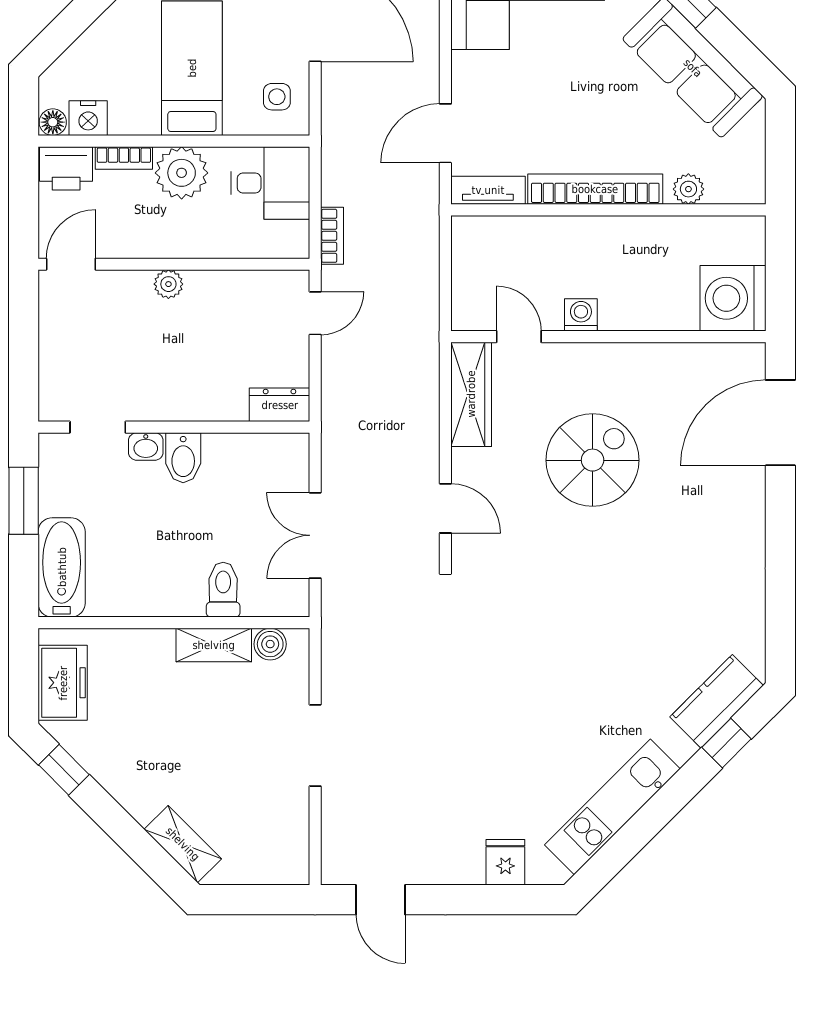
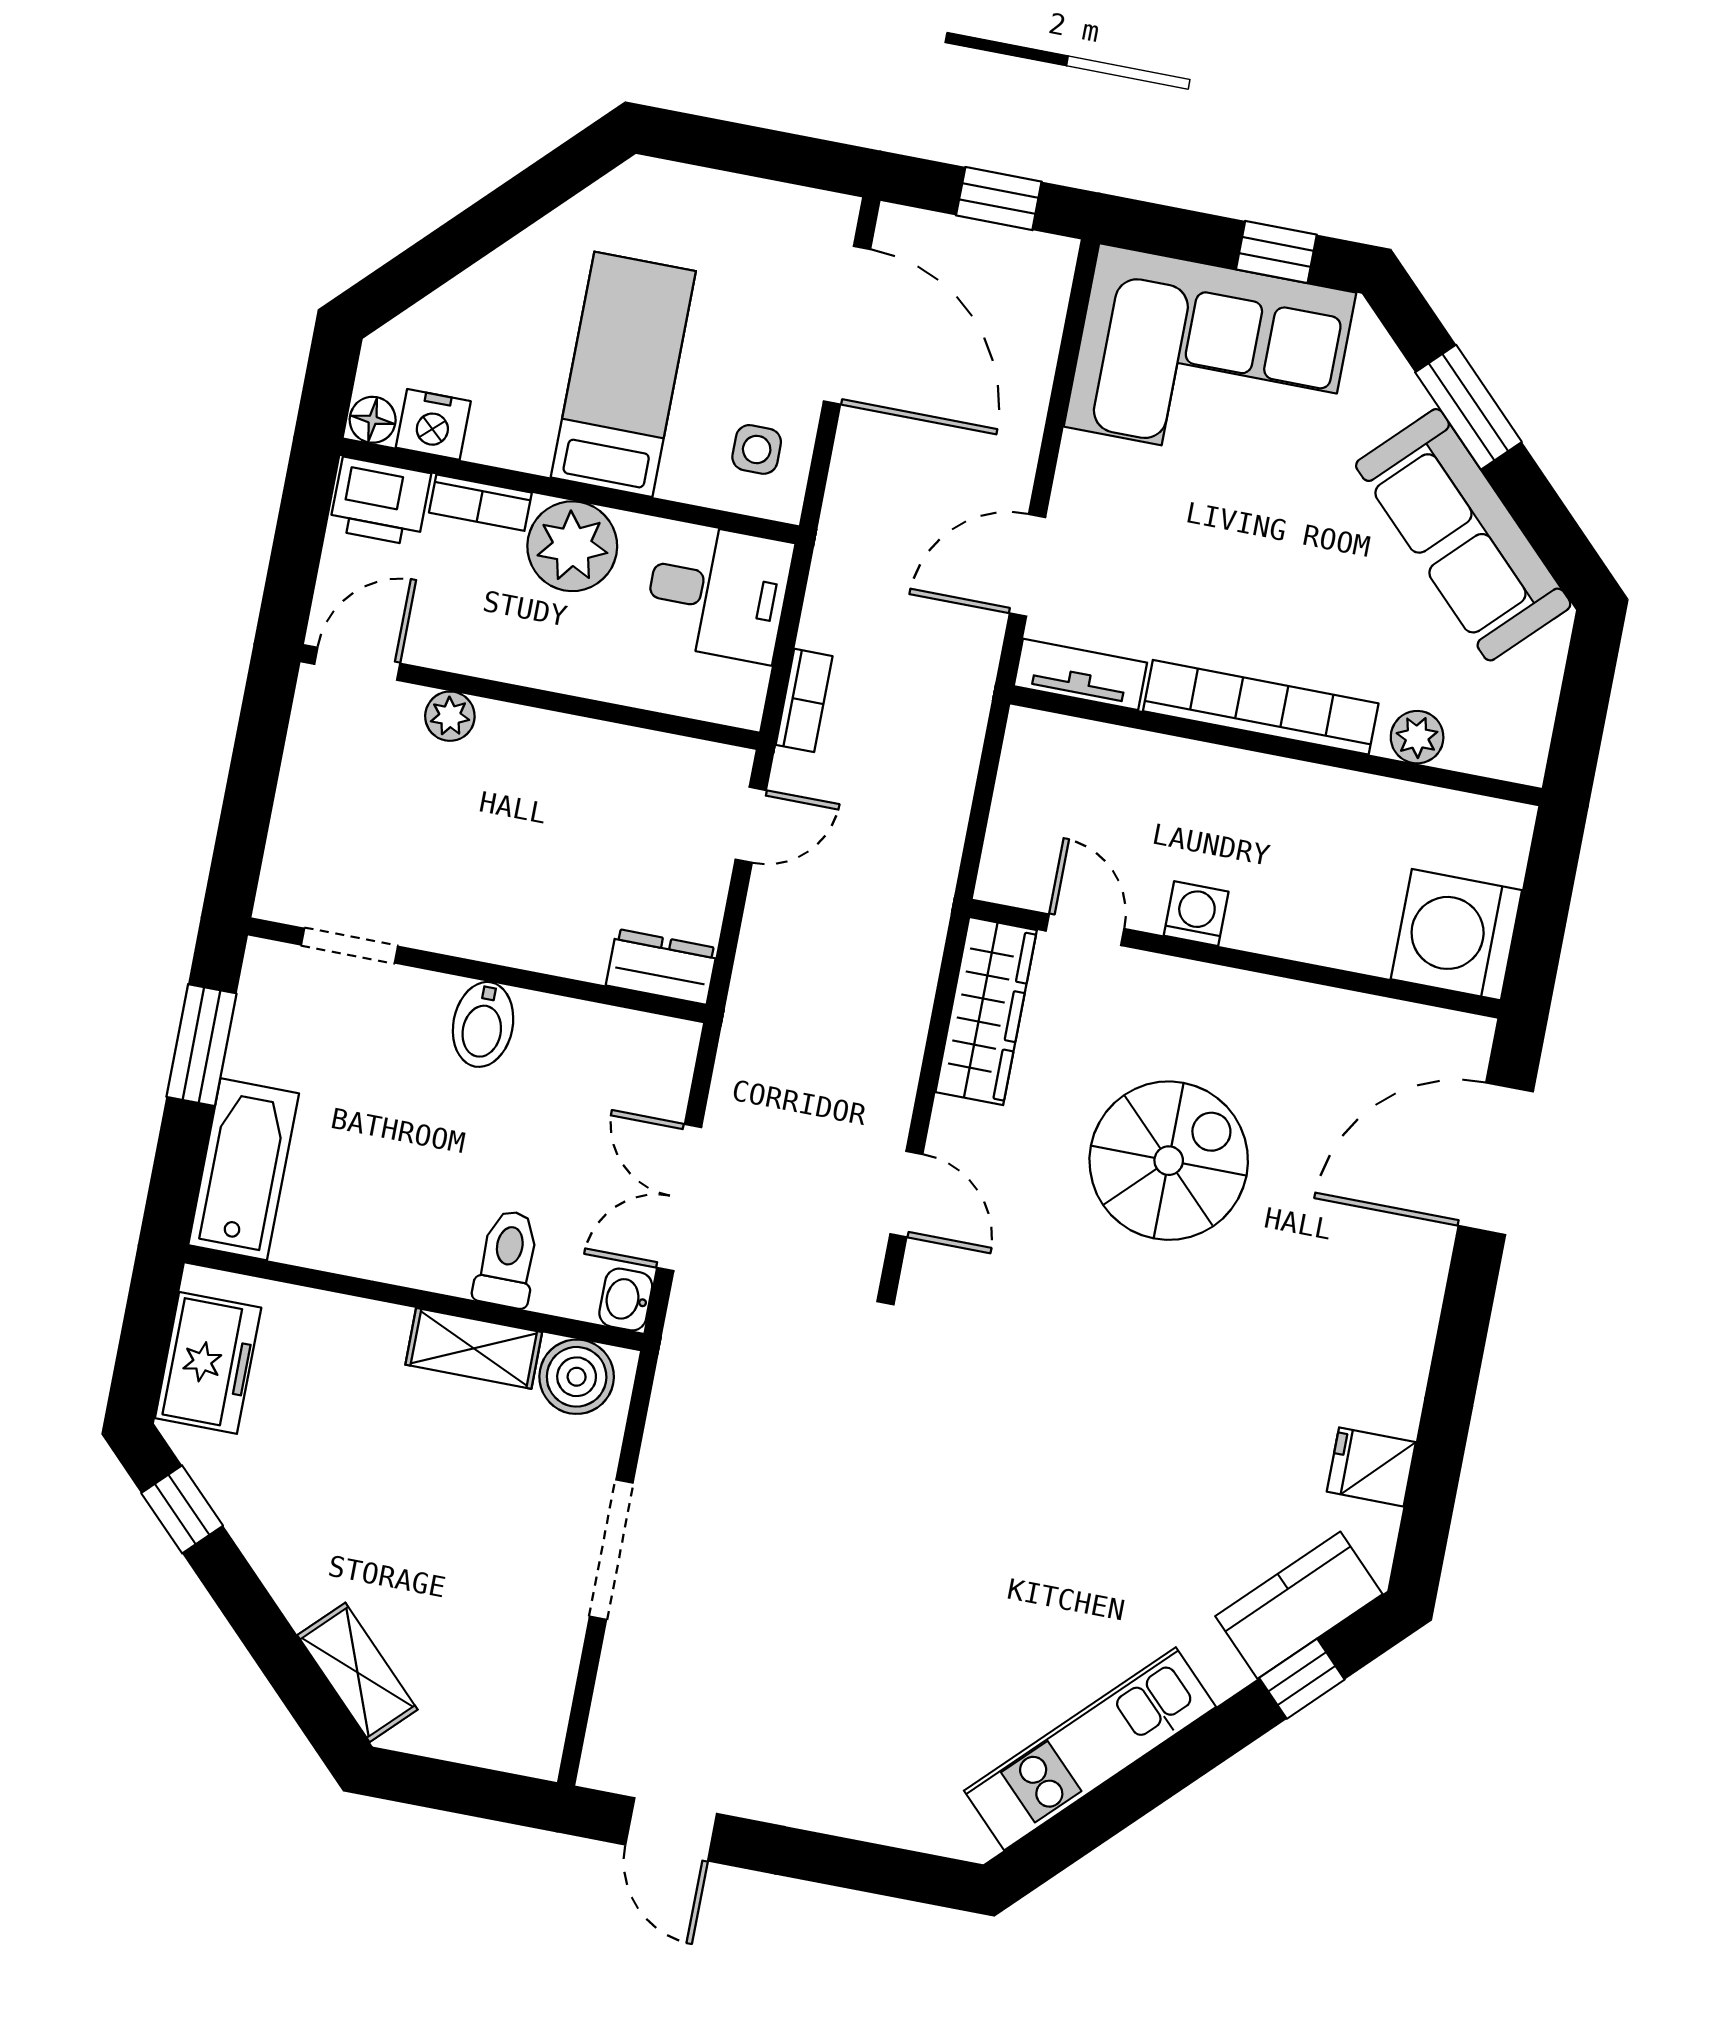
plant: (168, 284) -> (450, 716), moved
washbasin: (146, 446) -> (626, 1300), moved, turned 90
boiler: (270, 644) -> (577, 1377), width x1.36, depth x1.36
fridge: (505, 862) -> (1371, 1467), moved, turned -90

